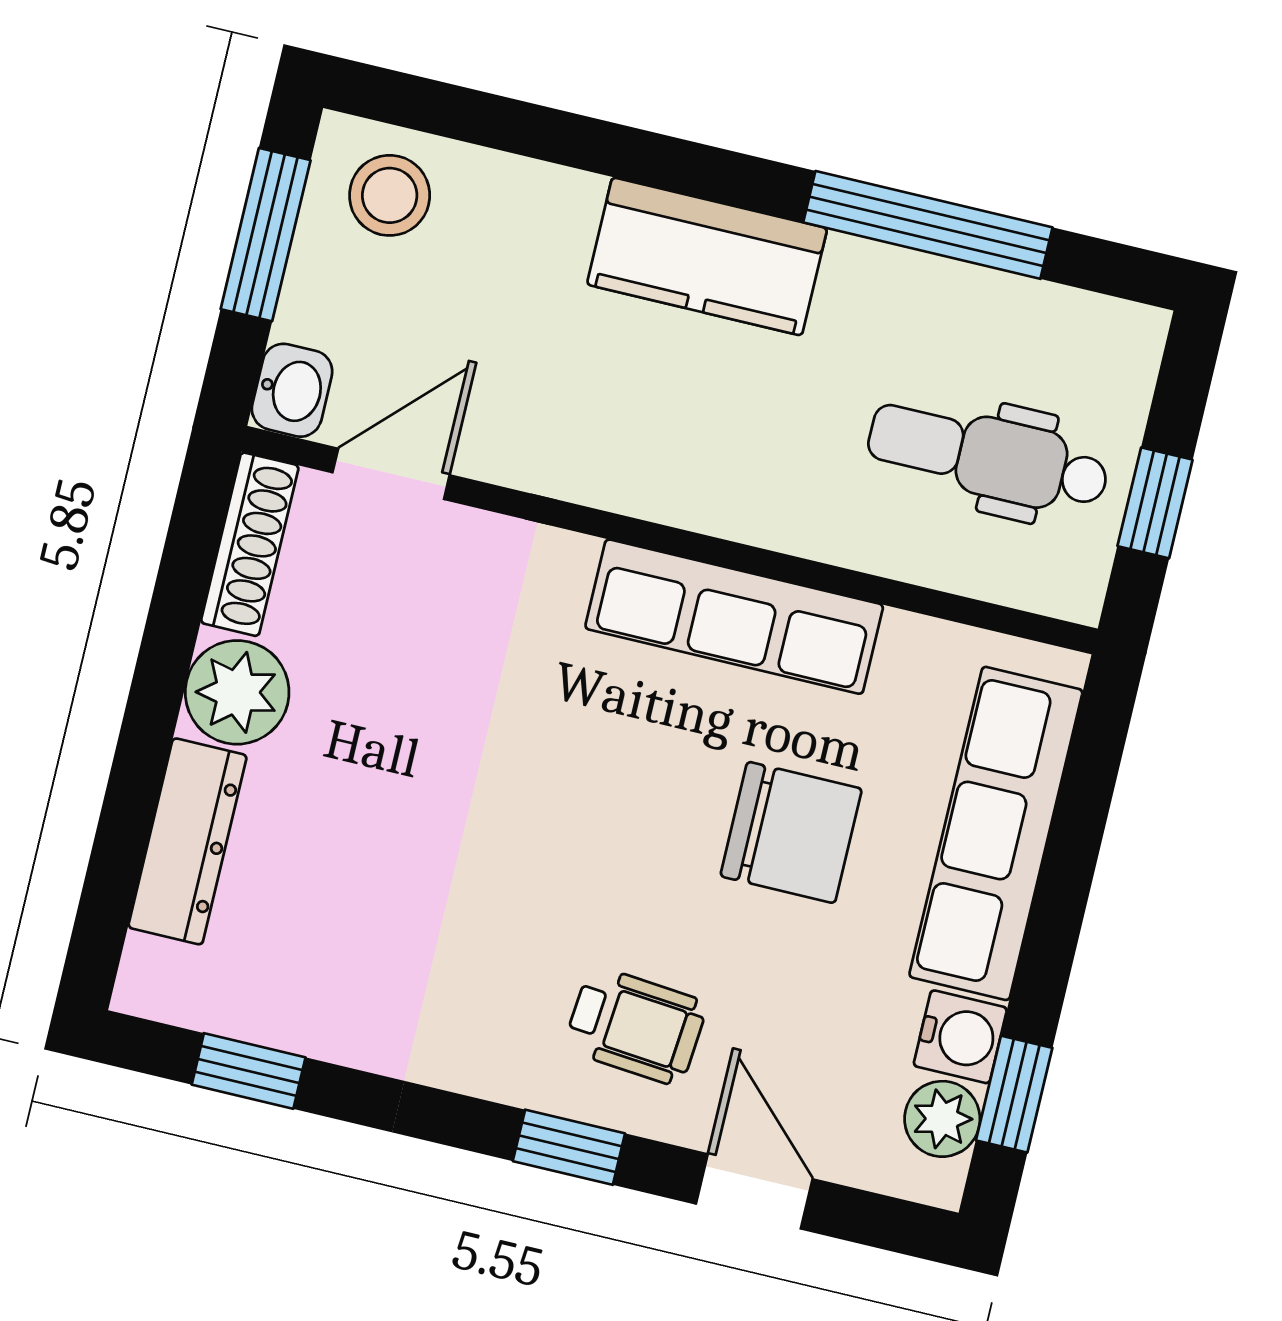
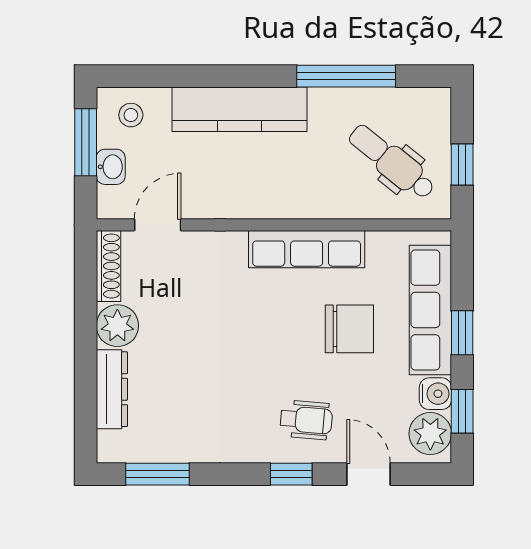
stool: (390, 195) -> (131, 115), width x0.73, depth x0.73
kitchen counter: (707, 256) -> (240, 109), width x1.50
washbasin: (292, 390) -> (111, 167), moved
dental chair: (988, 457) -> (392, 162), turned 39
window: (1059, 906) -> (462, 333), added
window: (249, 1071) -> (158, 474), width x1.50
plant: (942, 1119) -> (430, 434), width x1.38, depth x1.38

